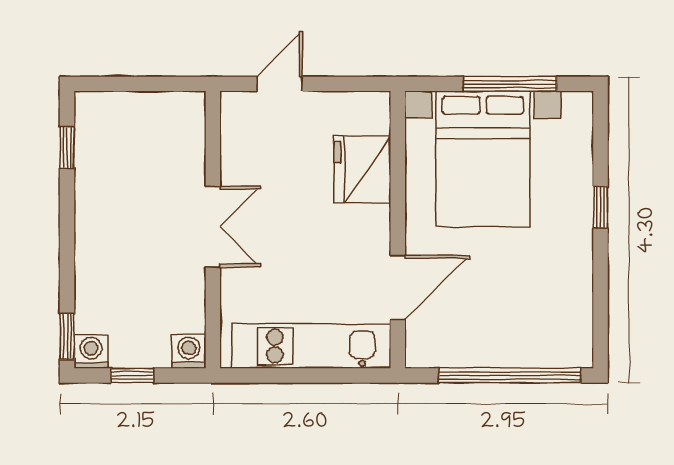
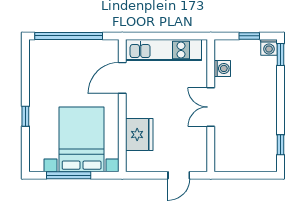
washing machine: (189, 351) -> (222, 68), moved, turned -90

